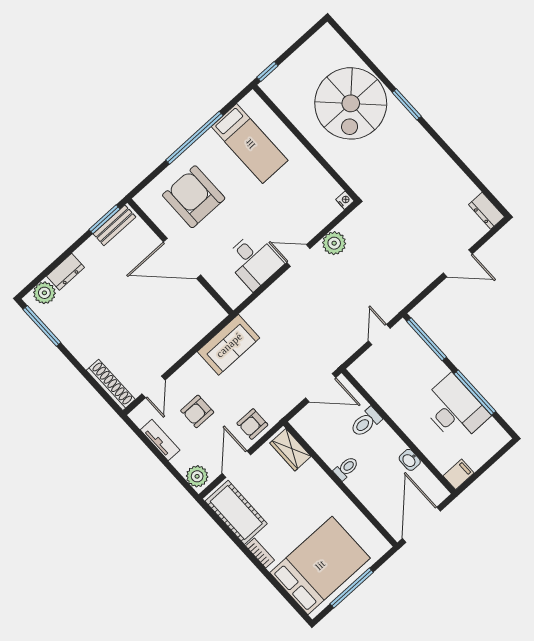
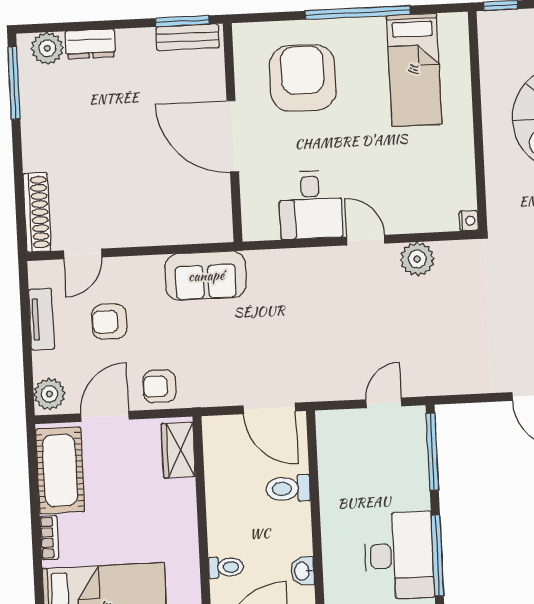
toilet: (346, 468) -> (226, 567), moved

